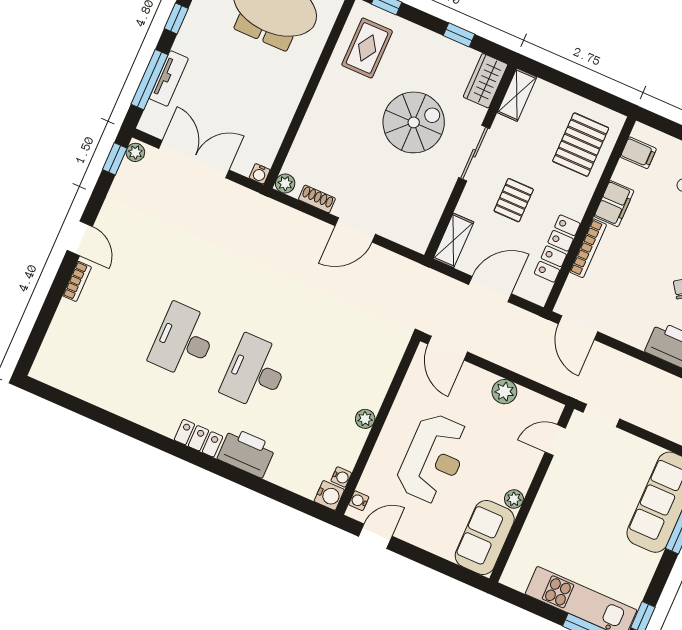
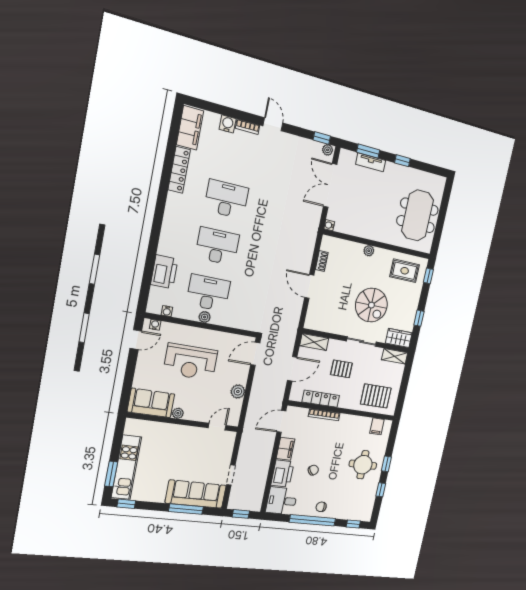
window: (149, 80) -> (368, 151), width x0.69
double door: (194, 159) -> (330, 185), swing flipped
plant: (285, 183) -> (369, 251), moved
filing cabinet: (614, 204) -> (286, 449), moved, turned -90
door: (80, 238) -> (273, 124), swing flipped
door: (490, 289) -> (292, 369), hinge flipped
filing cabinet: (64, 374) -> (190, 128), added
desk: (327, 404) -> (208, 293), added
doorway: (601, 416) -> (231, 475), moved
locker: (198, 438) -> (179, 170), moved, width x1.53
door: (555, 440) -> (217, 427), hinge flipped
printer: (247, 452) -> (164, 272), moved
water cooler: (329, 495) -> (228, 124), moved, turned 180
door: (375, 536) -> (136, 340), hinge flipped

